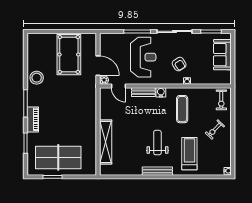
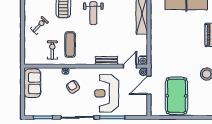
sofa: (222, 55) -> (32, 83), moved
door: (98, 66) -> (149, 85), hinge flipped
door: (118, 86) -> (130, 66), hinge flipped
water cooler: (161, 92) -> (143, 60), moved
exercise bike: (221, 100) -> (52, 50), moved

